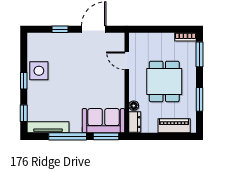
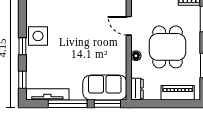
floor lamp: (134, 106) -> (136, 56), moved

